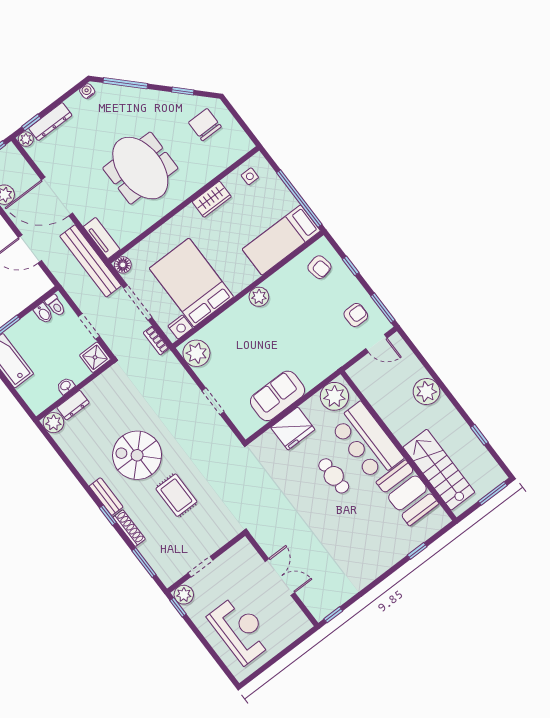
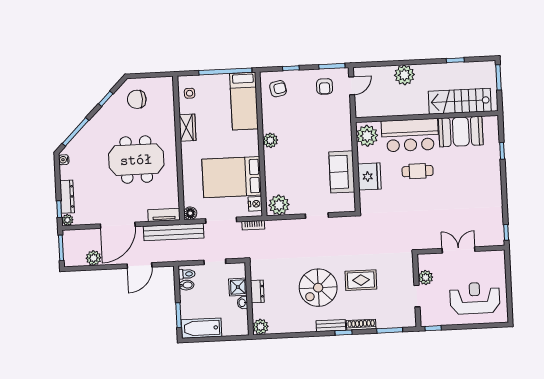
armchair: (356, 315) -> (325, 86), turned 180
shower: (95, 357) -> (238, 287), moved
dresser: (73, 405) -> (257, 291), moved
plant: (184, 595) -> (426, 277), moved

